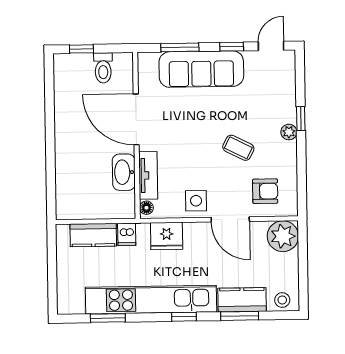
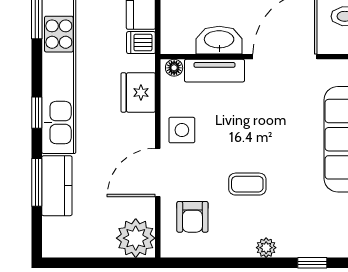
window: (301, 119) -> (312, 263), moved
coffee table: (238, 148) -> (247, 184), turned 63
stool: (282, 300) -> (56, 236), removed

